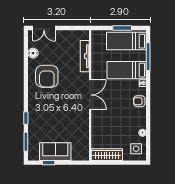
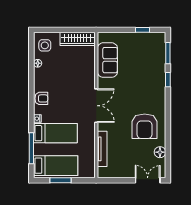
armchair: (47, 76) -> (145, 126), turned 180
double door: (90, 95) -> (96, 106), swing flipped
sofa: (55, 152) -> (107, 60), moved, turned -90

